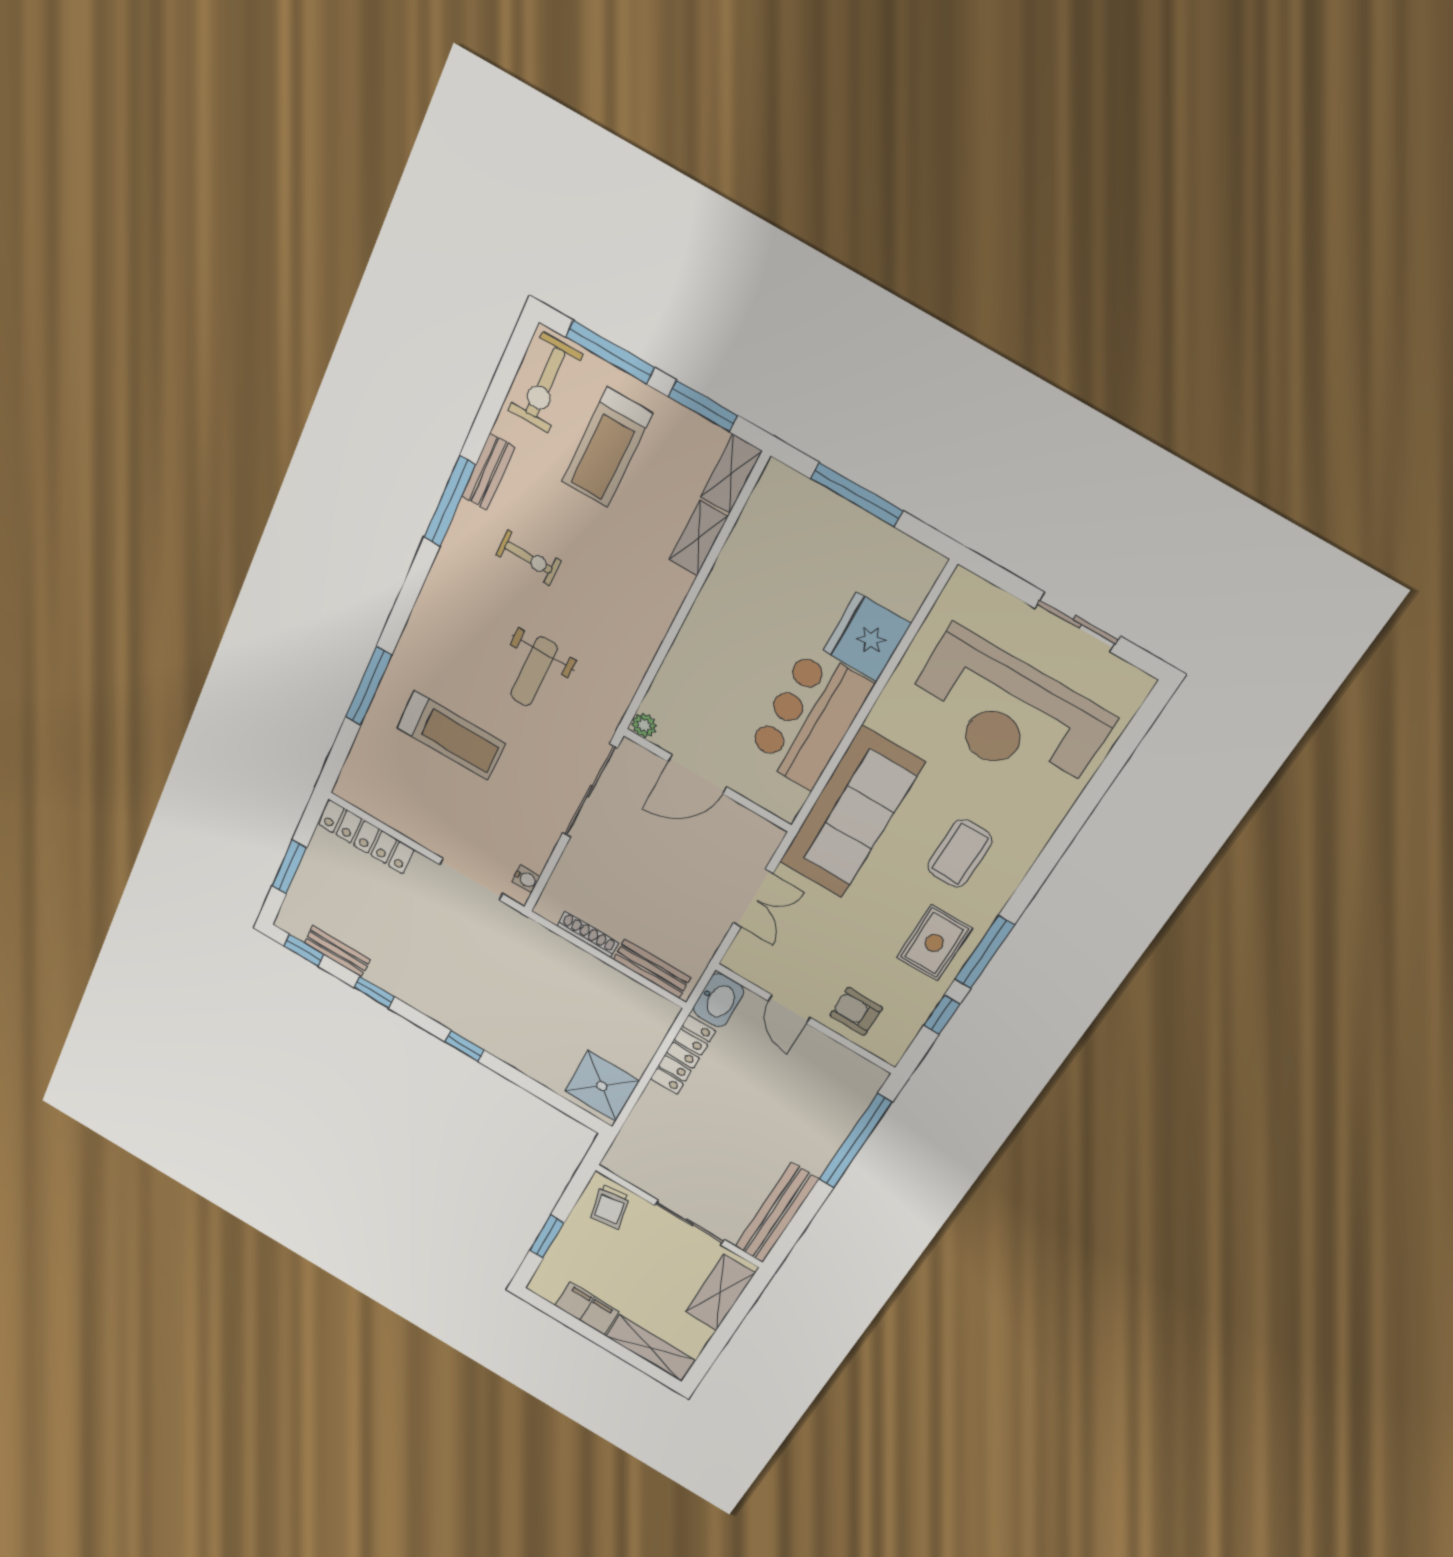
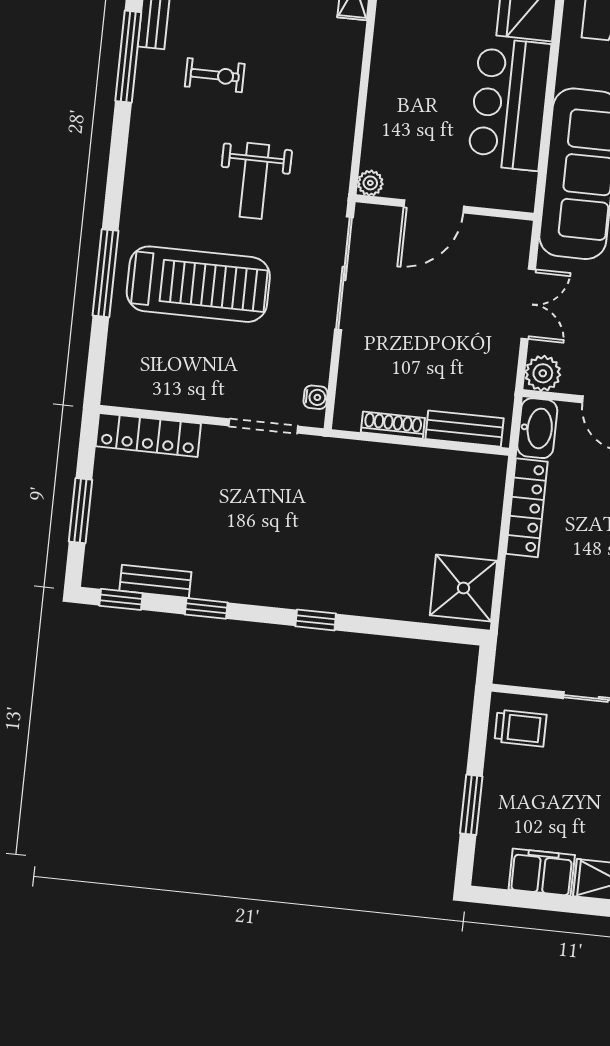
treadmill: (451, 736) -> (198, 284), width x1.37, depth x1.38
plant: (742, 960) -> (543, 373), added
trolley: (610, 1207) -> (520, 728), turned -80

